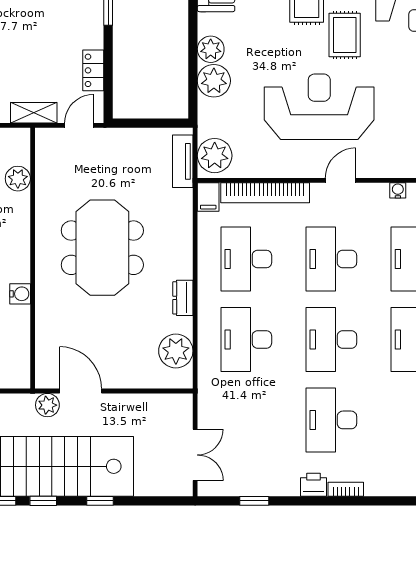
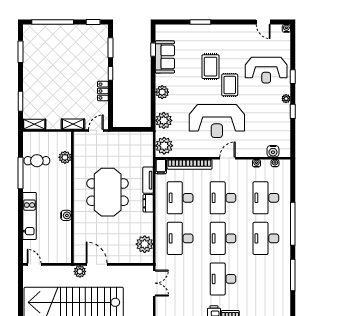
locker: (93, 70) -> (103, 91), moved
plant: (214, 81) -> (164, 120), moved
reception desk: (319, 107) -> (217, 121), turned 180
tv unit: (183, 161) -> (148, 180), moved
dresser: (183, 298) -> (148, 203), moved
double door: (195, 455) -> (154, 283), moved

